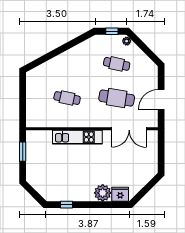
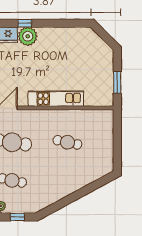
window: (66, 205) -> (25, 23), moved

